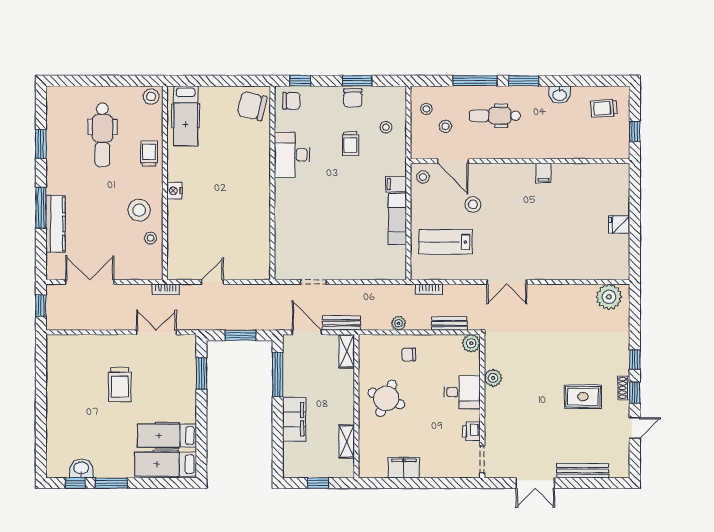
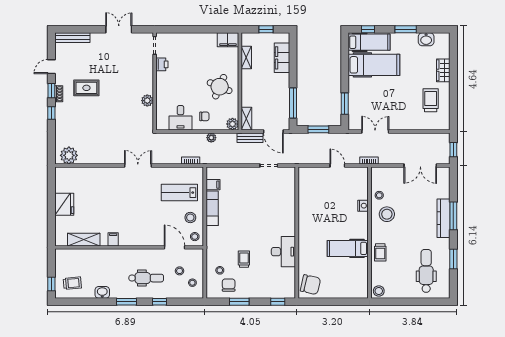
window: (475, 81) -> (160, 302), width x0.46
chair: (353, 98) -> (229, 285), moved
chair: (291, 101) -> (284, 288), removed
hospital bed: (186, 116) -> (348, 248), moved, turned -90
window: (635, 131) -> (51, 284), moved
dental chair: (102, 135) -> (426, 271), moved
shelving: (587, 173) -> (84, 240), added
filing cabinet: (396, 184) -> (213, 185), moved
nightstand: (174, 191) -> (363, 206), moved
stool: (473, 204) -> (190, 218), moved
kitchen counter: (55, 224) -> (444, 218), moved
fridge: (619, 225) -> (64, 204), width x1.88, depth x1.34
lab bench: (446, 242) -> (179, 193), turned 180
door: (212, 282) -> (337, 166), swing flipped
bench: (449, 324) -> (177, 137), removed
double door: (156, 332) -> (375, 131), swing flipped
plant: (471, 343) -> (232, 124), moved
trolley: (120, 384) -> (431, 100), moved
desk: (462, 392) -> (180, 118), moved, turned -90
filing cabinet: (294, 419) -> (282, 58), moved
wardrobe: (56, 423) -> (443, 70), added
hospital bed: (167, 436) -> (374, 65), width x1.37, depth x1.29
filing cabinet: (404, 468) -> (228, 40), moved
bench: (583, 471) -> (72, 38), moved
window: (75, 483) -> (368, 29), moved

